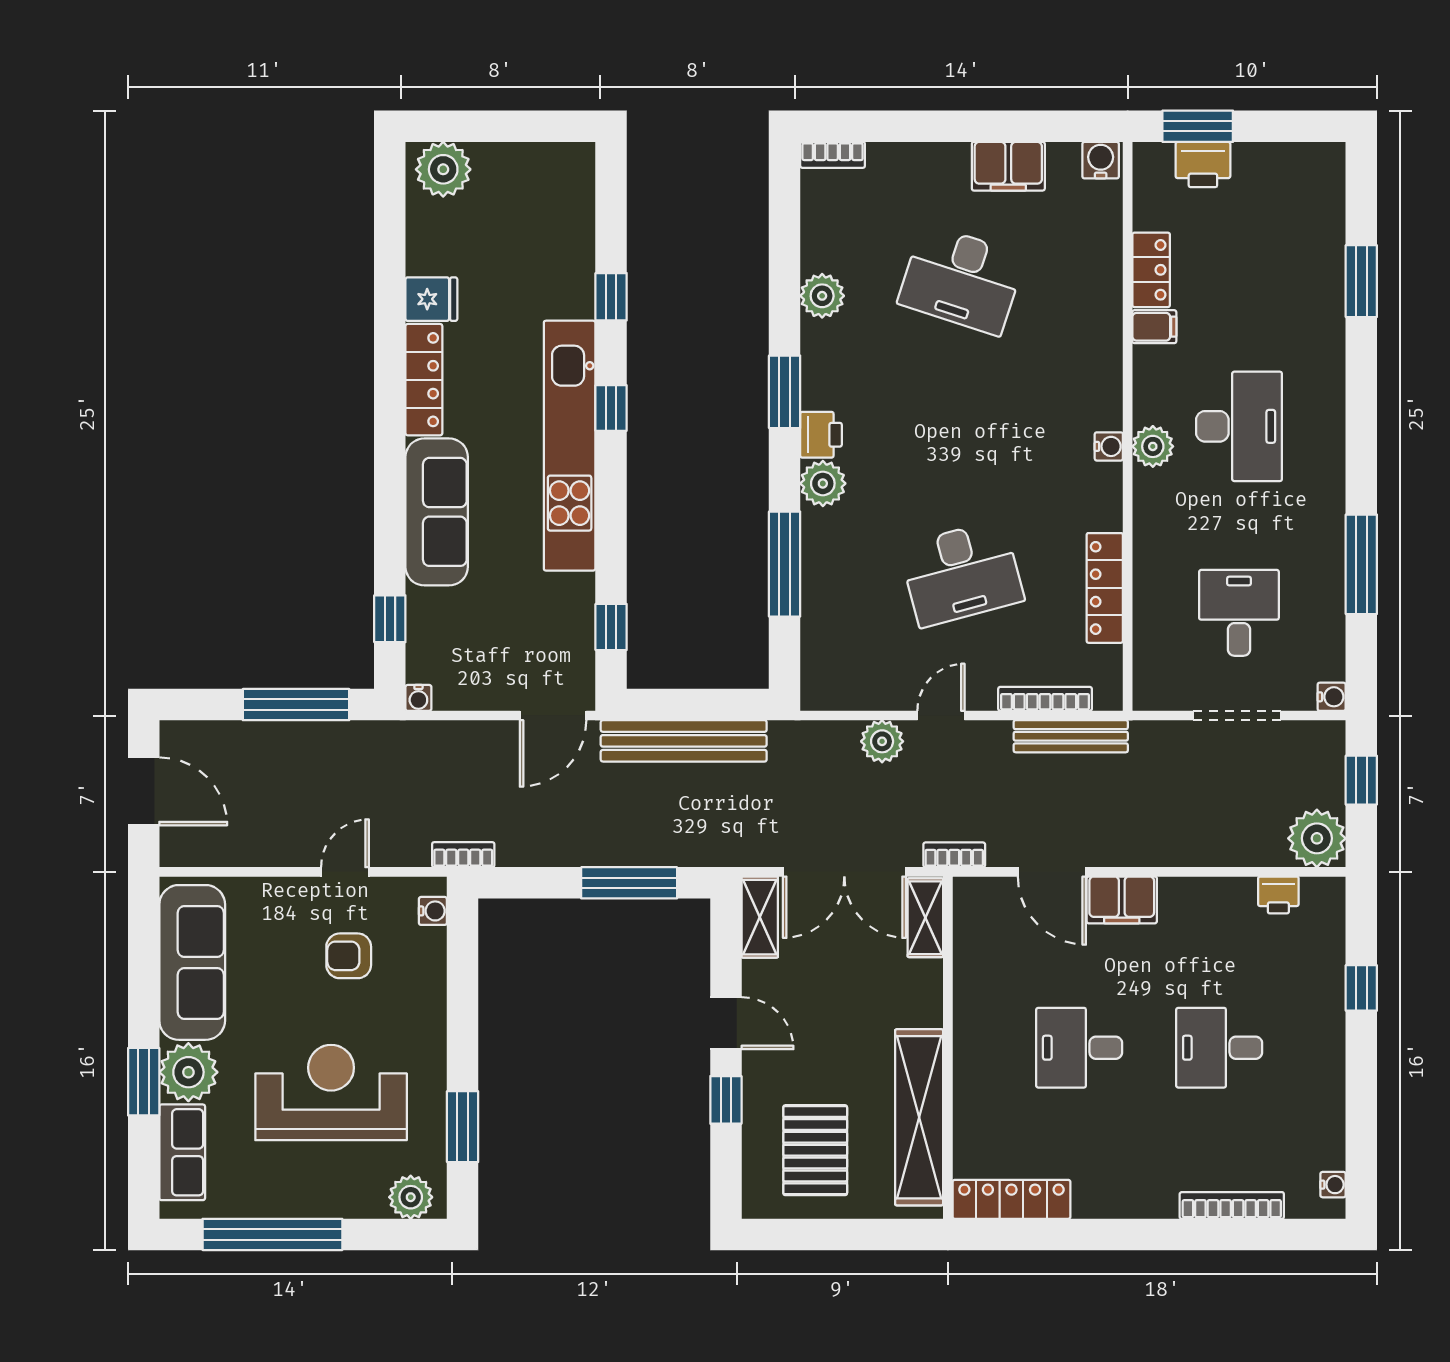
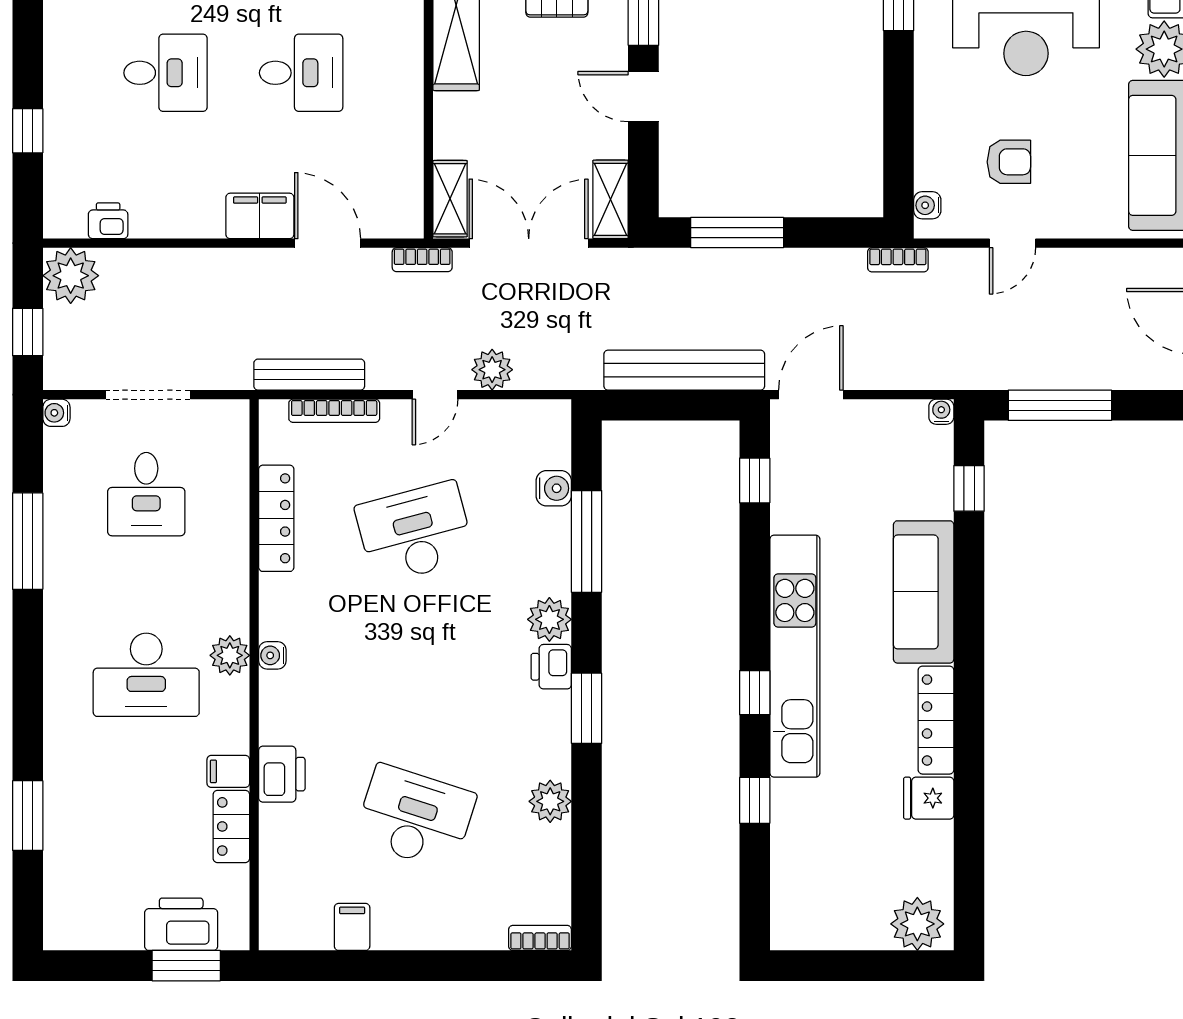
water cooler: (1101, 160) -> (554, 488), moved, turned -90
printer: (1203, 165) -> (181, 924), width x1.37, depth x1.19
filing cabinet: (1008, 166) -> (352, 927), width x0.50
printer: (1099, 324) -> (282, 774), added
desk: (1239, 426) -> (146, 675), turned -90

